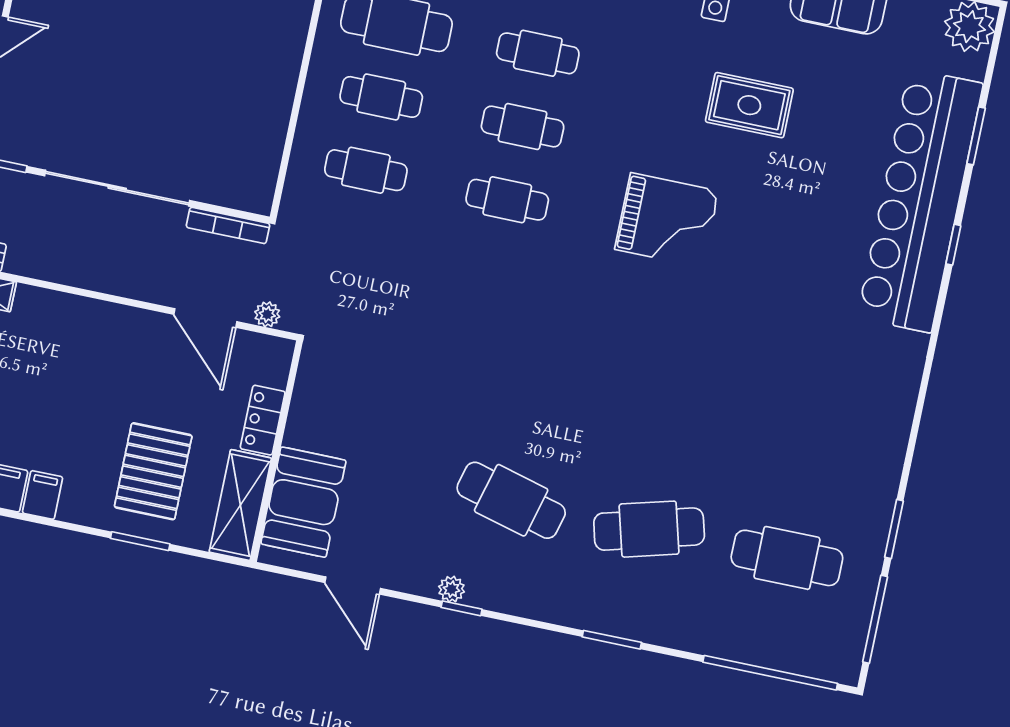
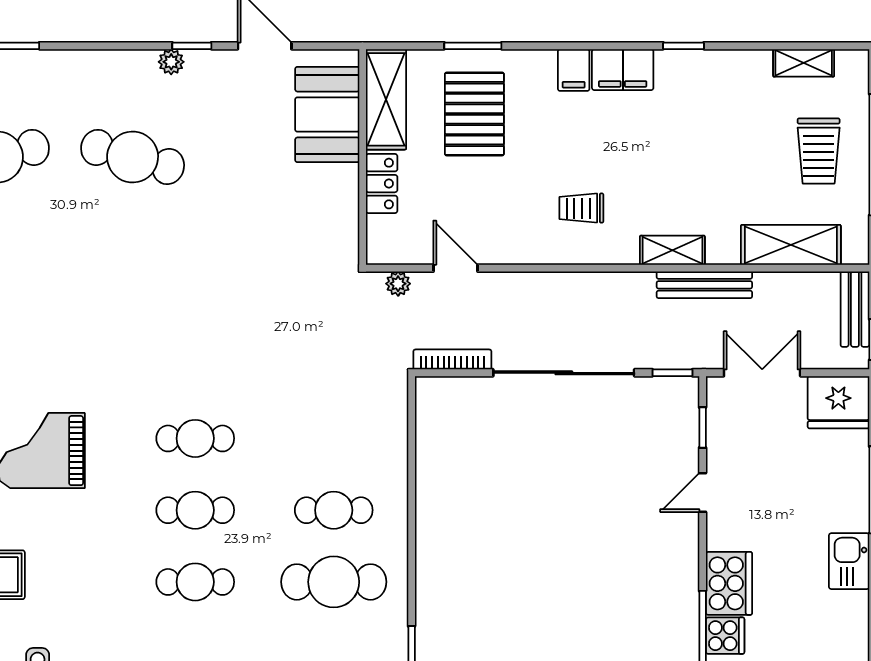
cafe table: (366, 170) -> (334, 438), removed
door: (205, 318) -> (455, 268), width x0.73
trolley: (64, 353) -> (581, 208), added
window: (462, 608) -> (192, 46), moved

